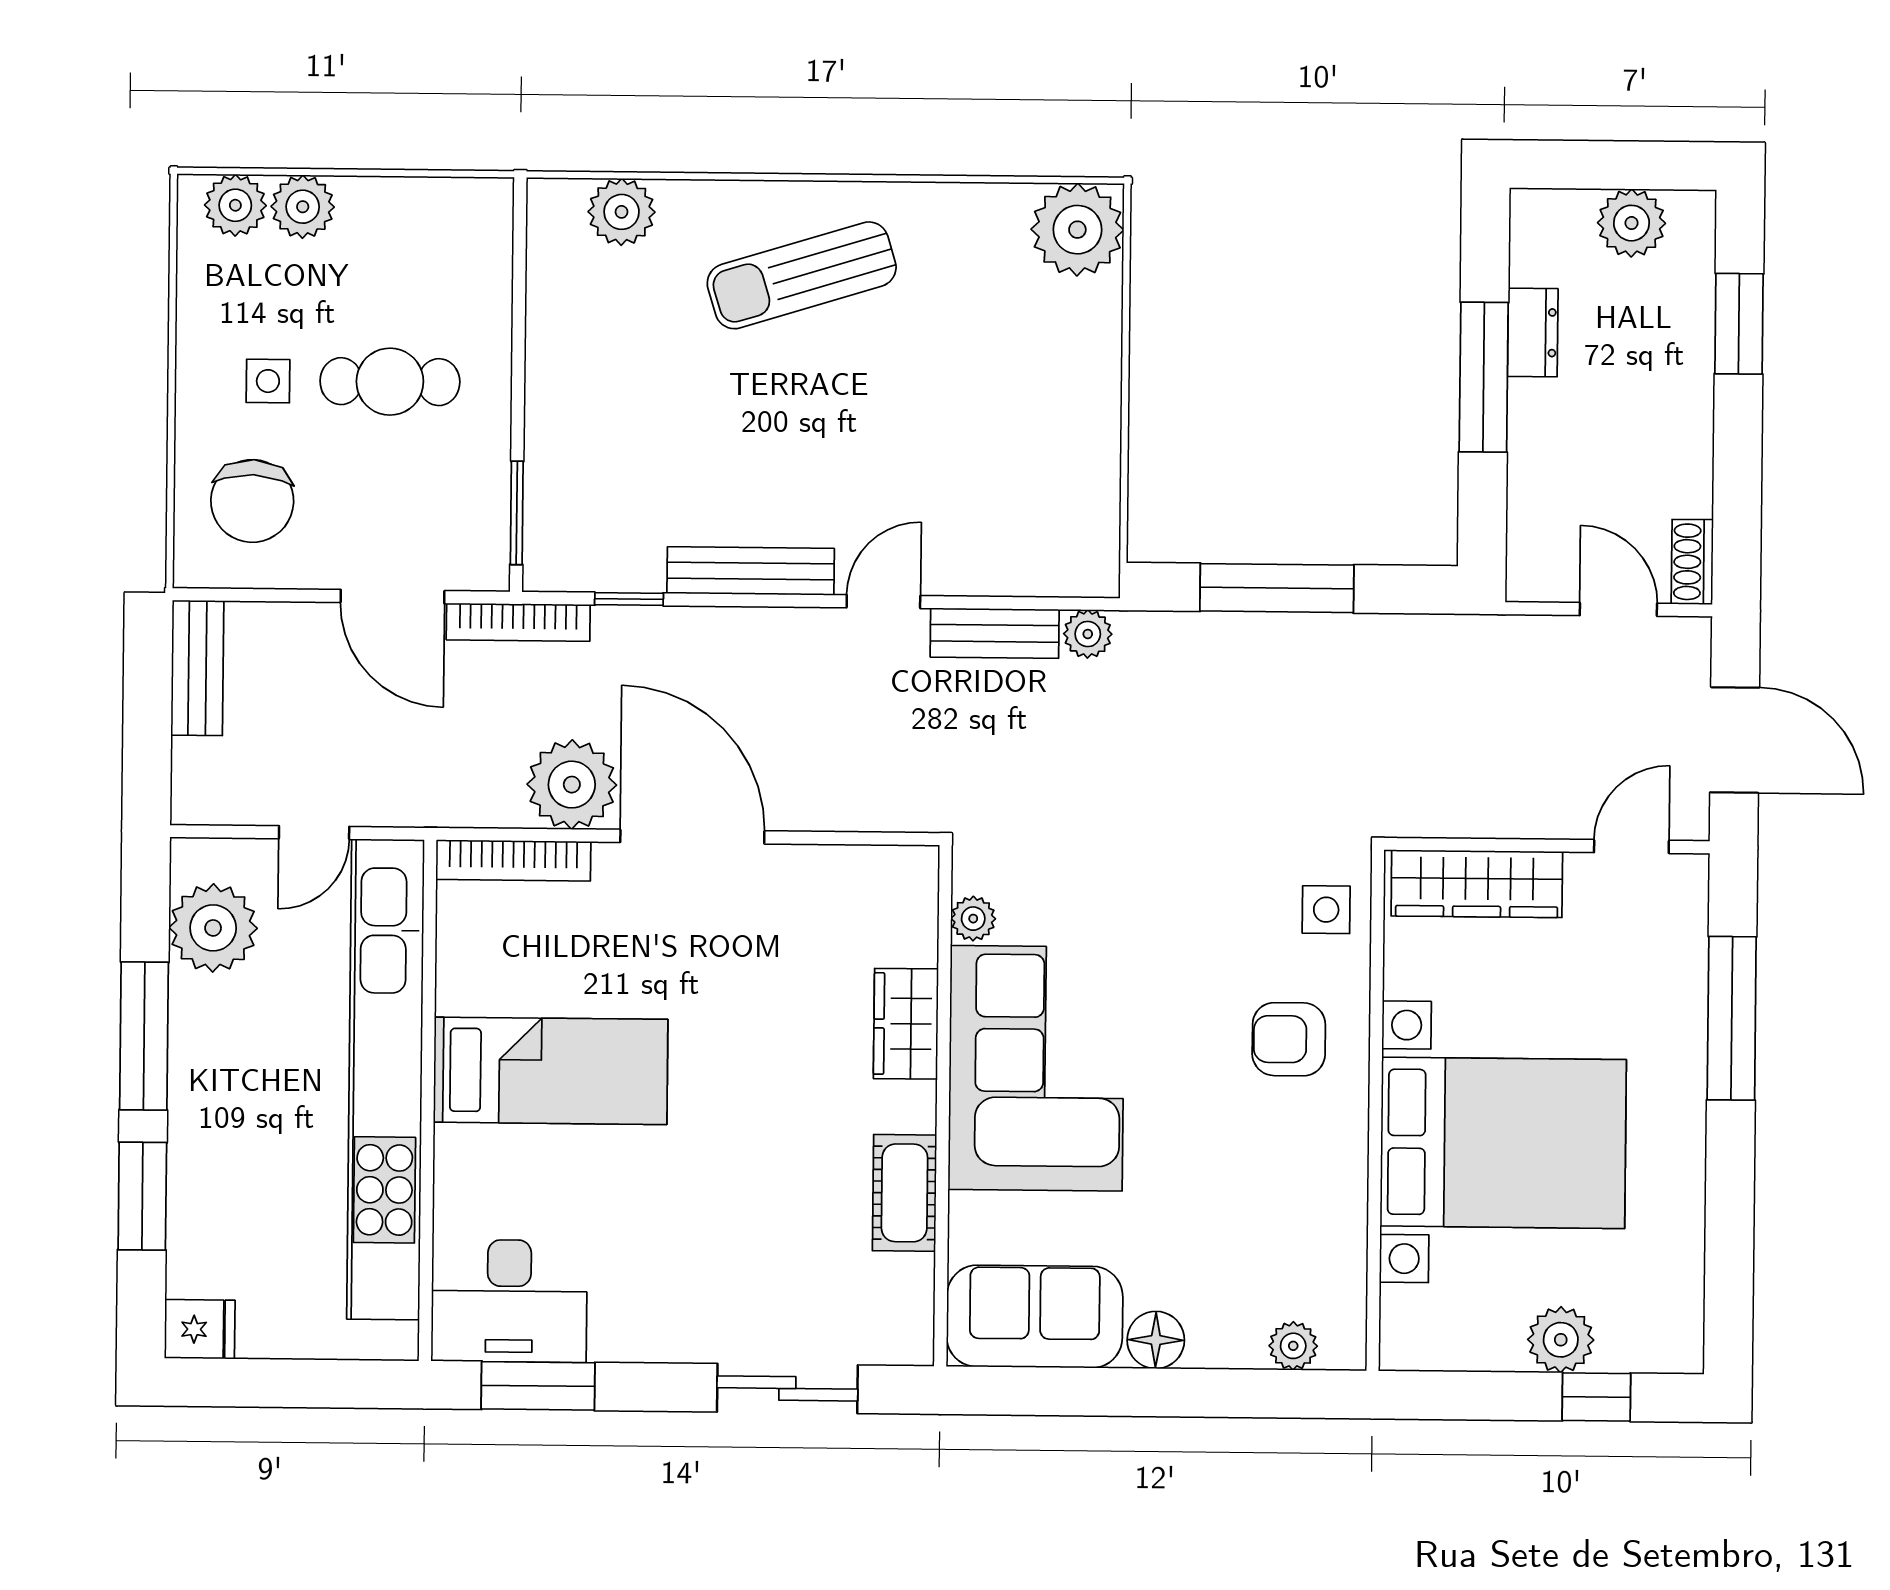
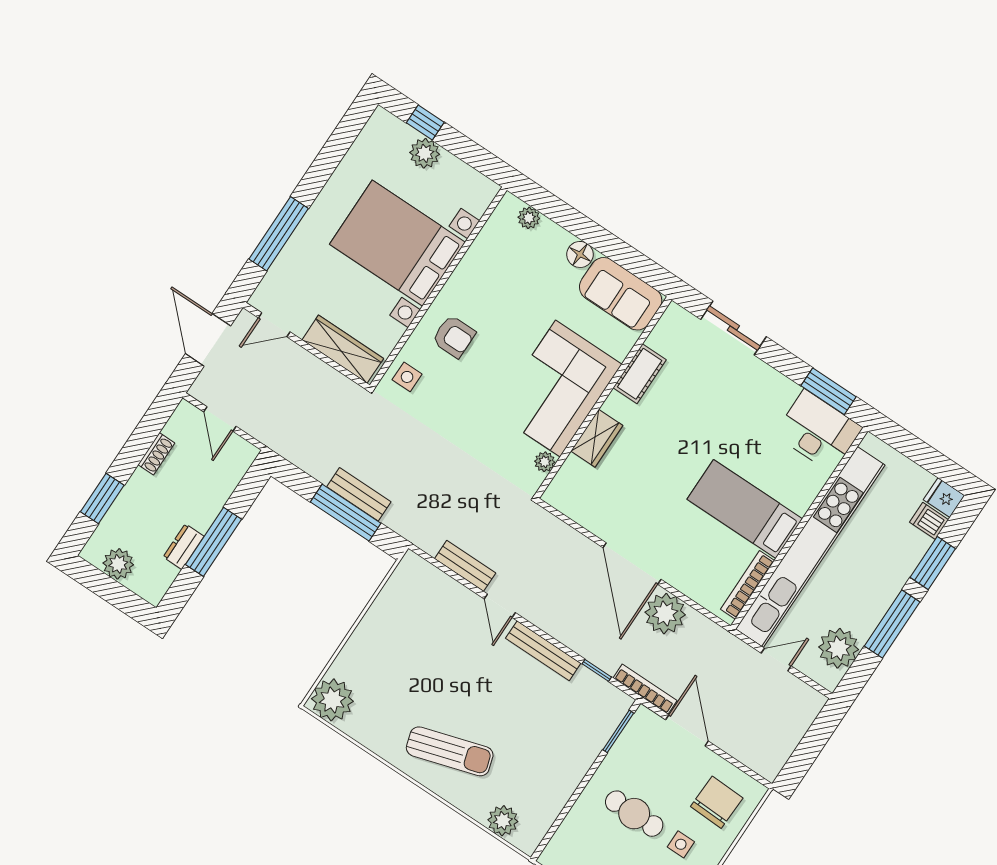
shoe rack: (1692, 562) -> (156, 454), moved
door: (883, 602) -> (500, 606), hinge flipped
plant: (1088, 634) -> (430, 542), removed
bench: (197, 668) -> (359, 494), moved, turned 90
bookcase: (513, 860) -> (748, 585), moved, turned -90
dishwasher: (199, 1269) -> (929, 521), added

